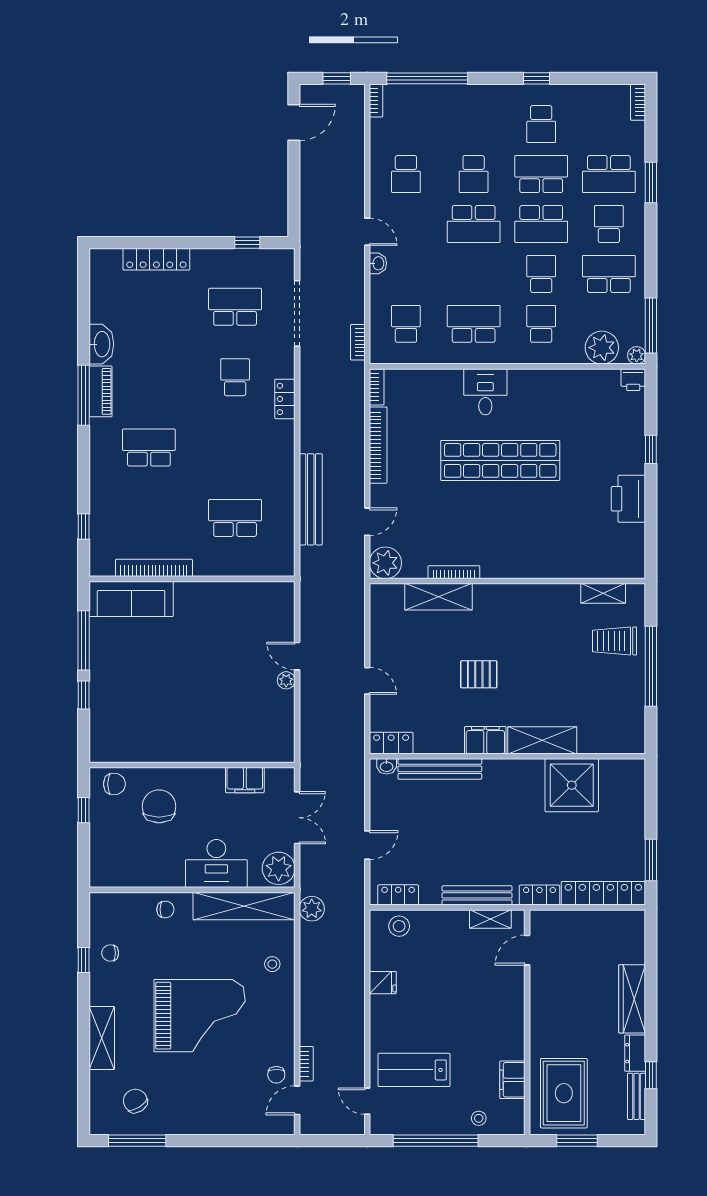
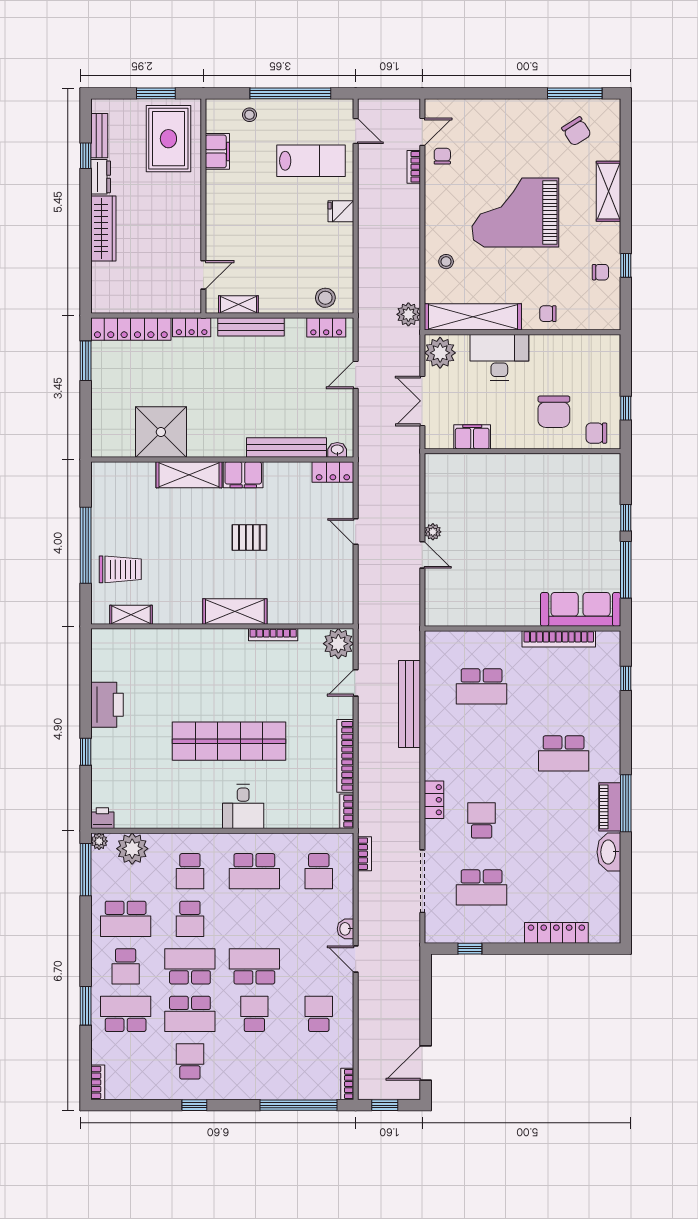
school desk: (235, 377) -> (482, 820), turned 180
shelving: (439, 597) -> (235, 611), moved
fridge: (383, 983) -> (341, 211), moved

